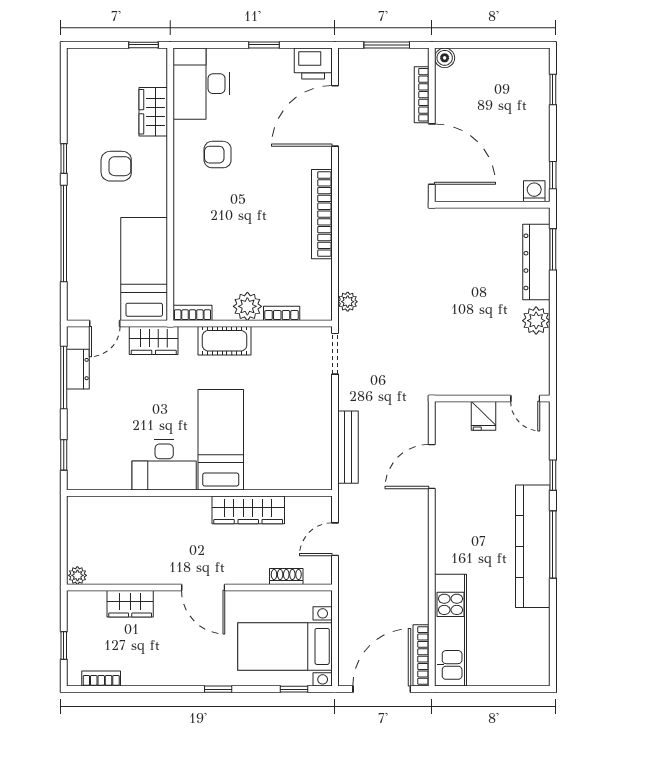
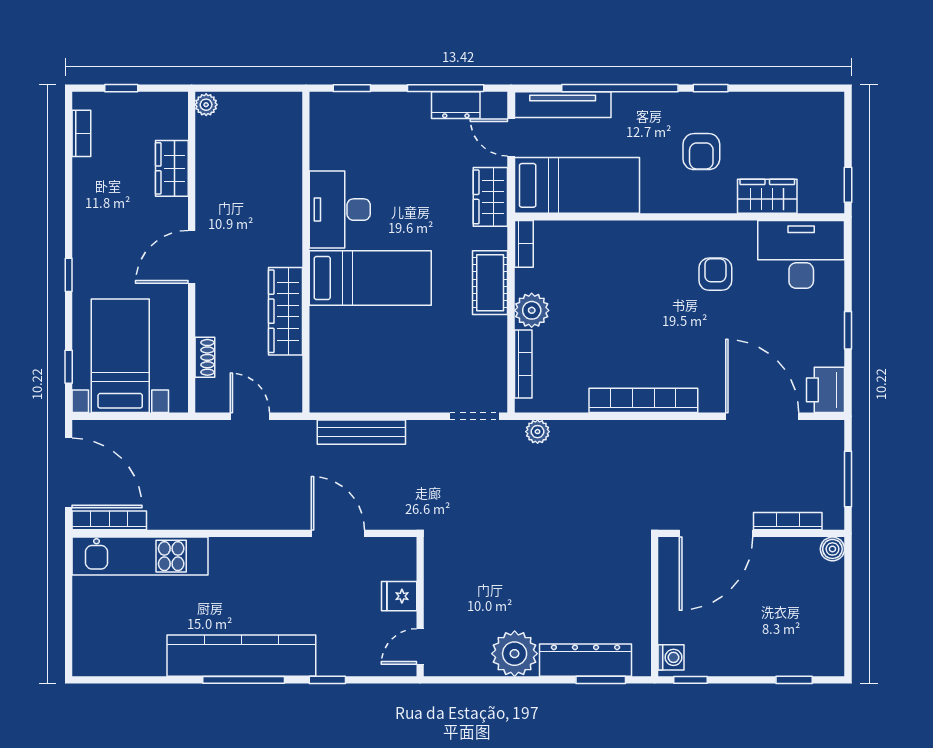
tv unit: (77, 281) -> (563, 105), added
bookcase: (282, 313) -> (523, 364), width x1.56
plant: (536, 321) -> (515, 654), width x1.36, depth x1.36

